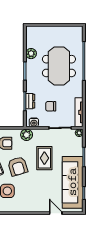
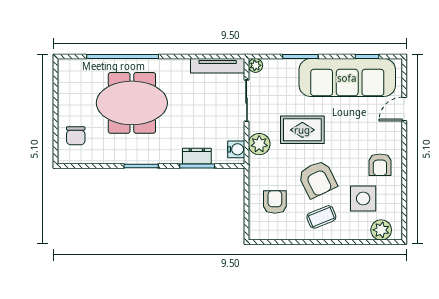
plant: (31, 54) -> (109, 154), removed
chair: (51, 106) -> (76, 136), moved
plant: (27, 135) -> (259, 144), moved
armchair: (18, 166) -> (317, 179), turned 81
armchair: (26, 200) -> (380, 165), added

